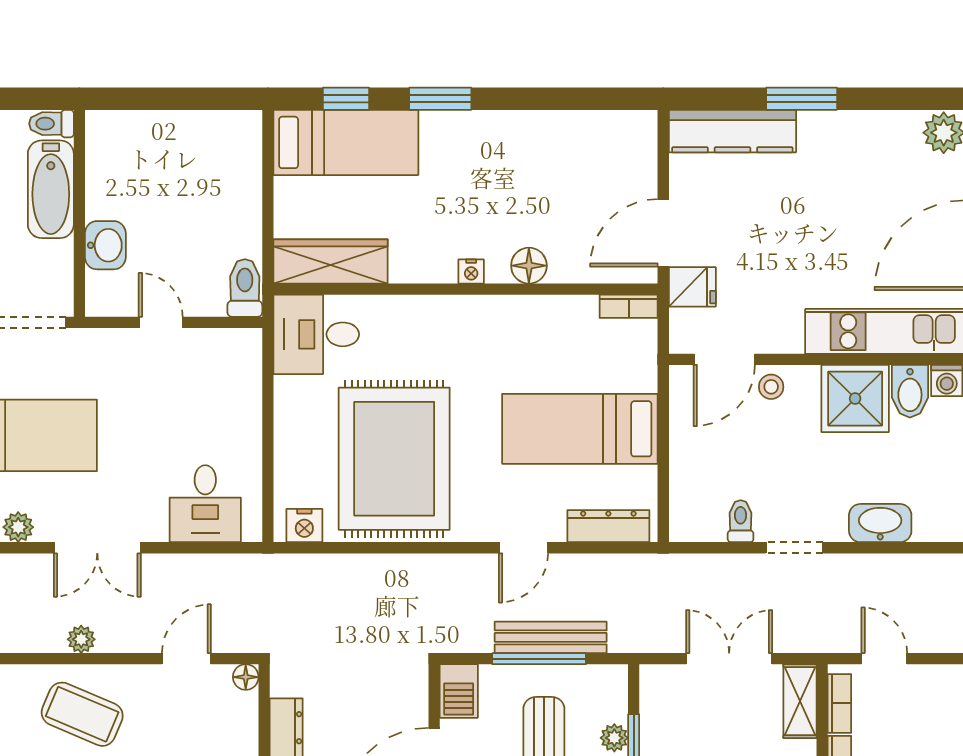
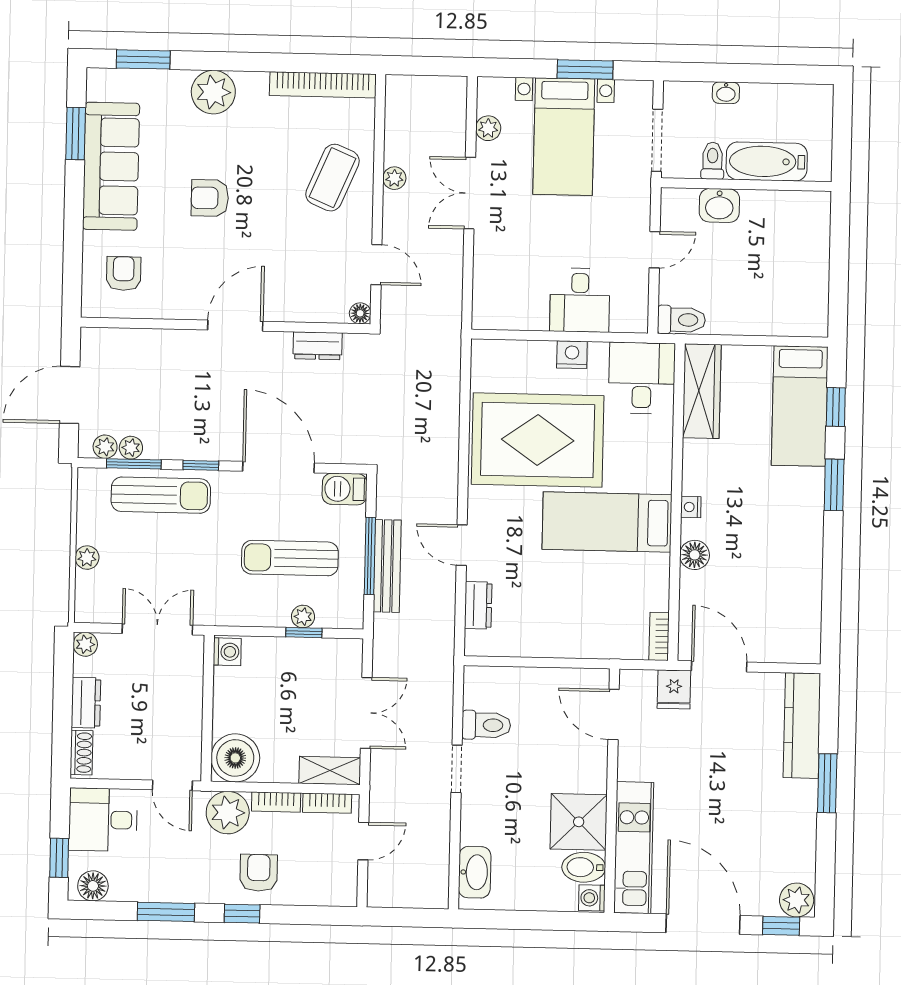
toilet: (51, 124) -> (713, 161), moved
stool: (771, 387) -> (590, 753), removed
bed: (580, 429) -> (607, 522), moved, turned -90
desk: (205, 504) -> (580, 300), moved, turned -90
toilet: (741, 521) -> (486, 725), width x1.37, depth x1.39
washbasin: (880, 523) -> (475, 872), moved
nightstand: (304, 526) -> (572, 355), moved, turned 90
dresser: (608, 526) -> (478, 605), width x0.70

